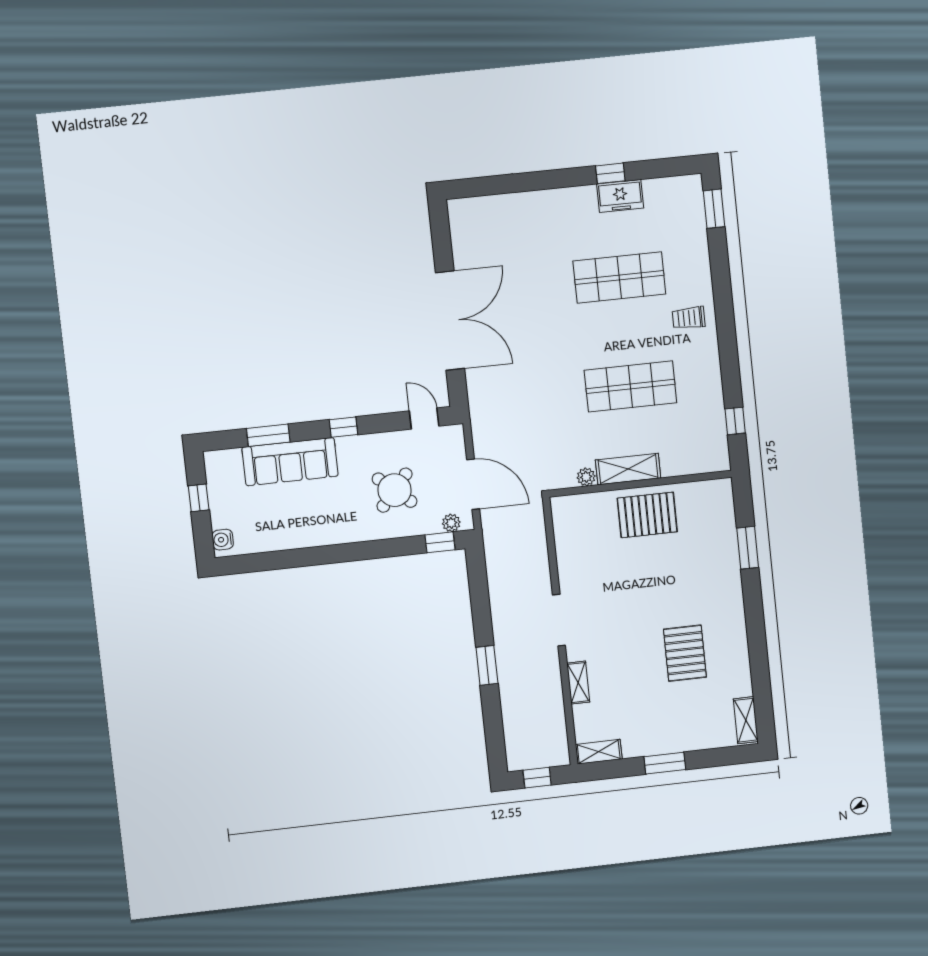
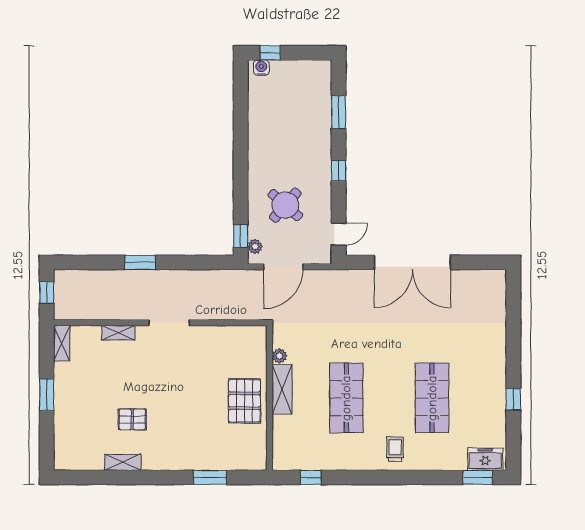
freezer: (620, 196) -> (485, 459), moved, turned 90
sofa: (290, 462) -> (316, 127), removed
window: (199, 498) -> (270, 53), moved
pallet: (685, 653) -> (132, 419), width x0.67, depth x0.71
shelving: (746, 720) -> (123, 462), moved

